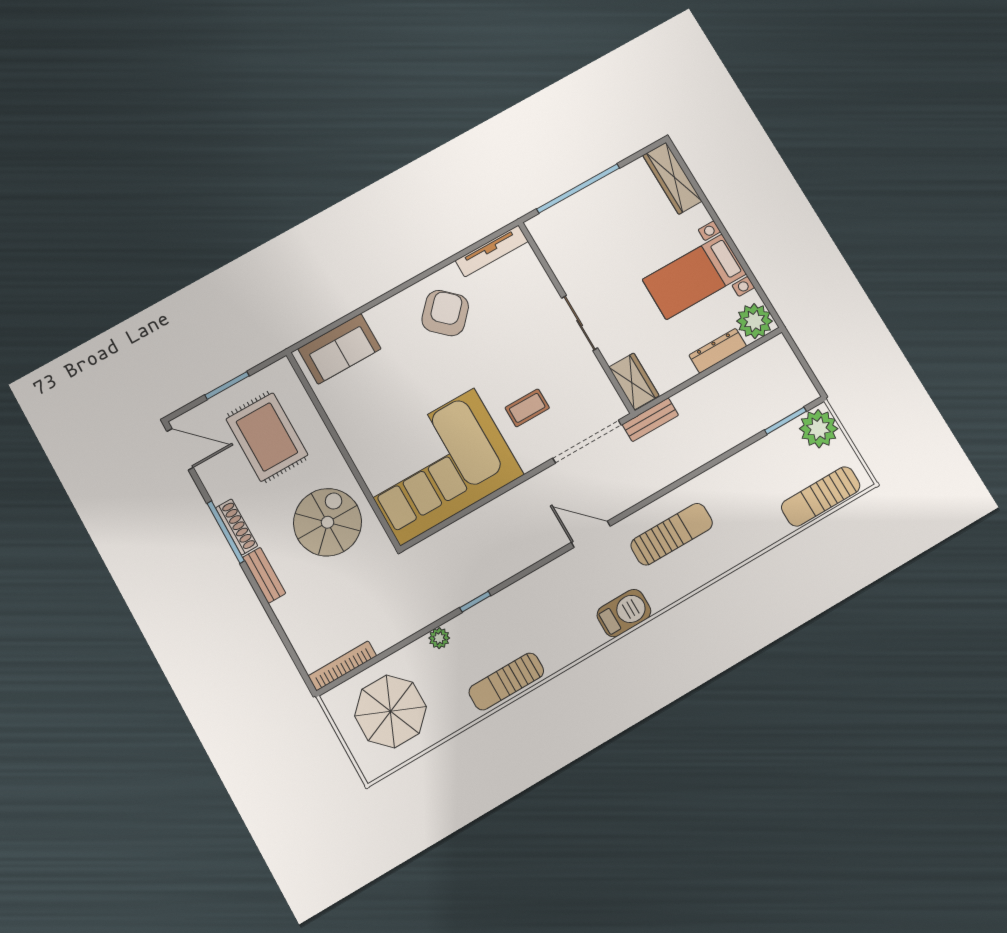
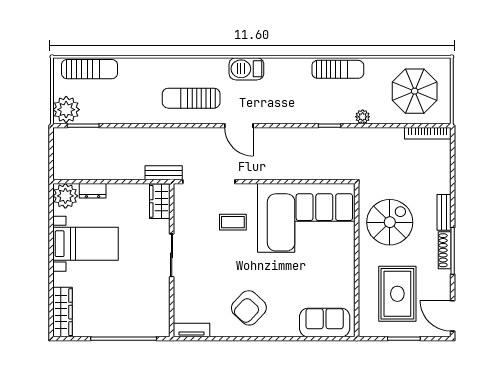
tv unit: (492, 251) -> (191, 330), width x0.71
dresser: (718, 351) -> (93, 191), width x0.70
spiral stairs: (328, 522) -> (390, 222), turned 180

